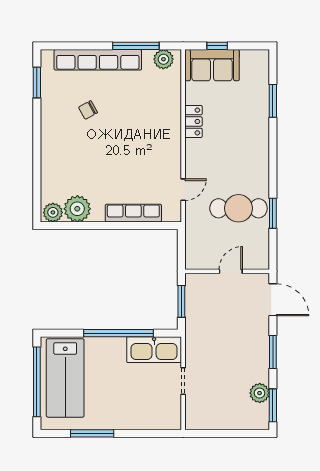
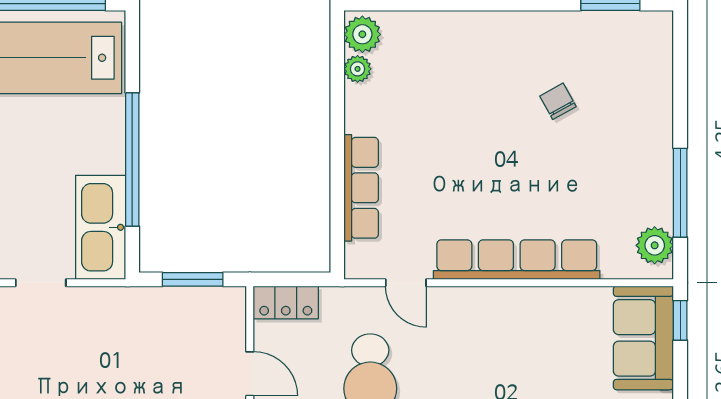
window: (217, 46) -> (680, 320), moved
row of seats: (98, 60) -> (517, 260), moved, turned 90
locker: (193, 121) -> (286, 302), moved
plant: (77, 209) -> (358, 69), width x0.53, depth x0.53

